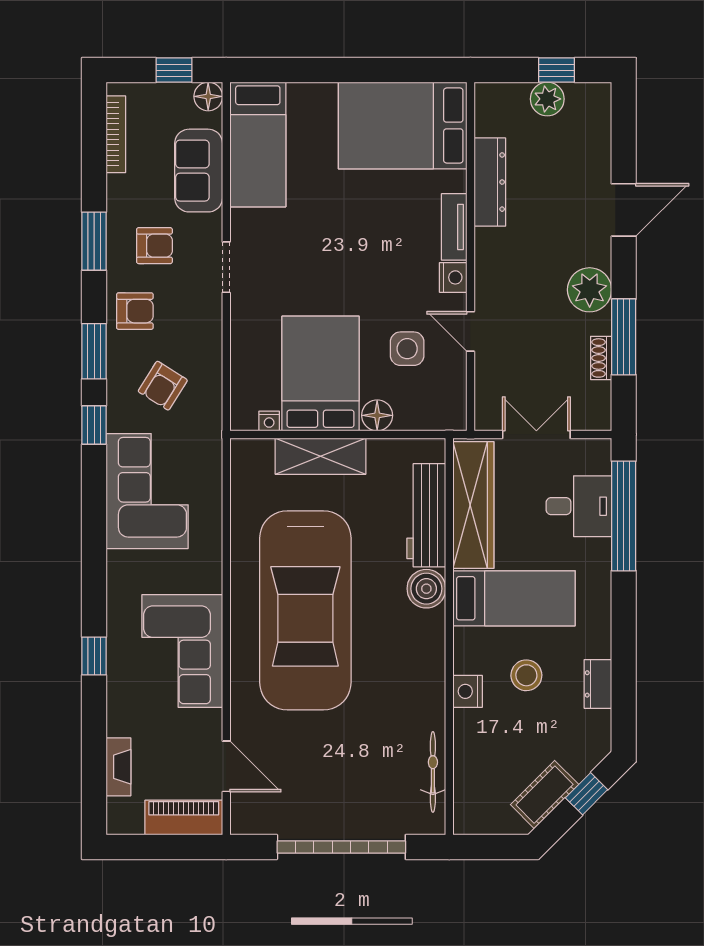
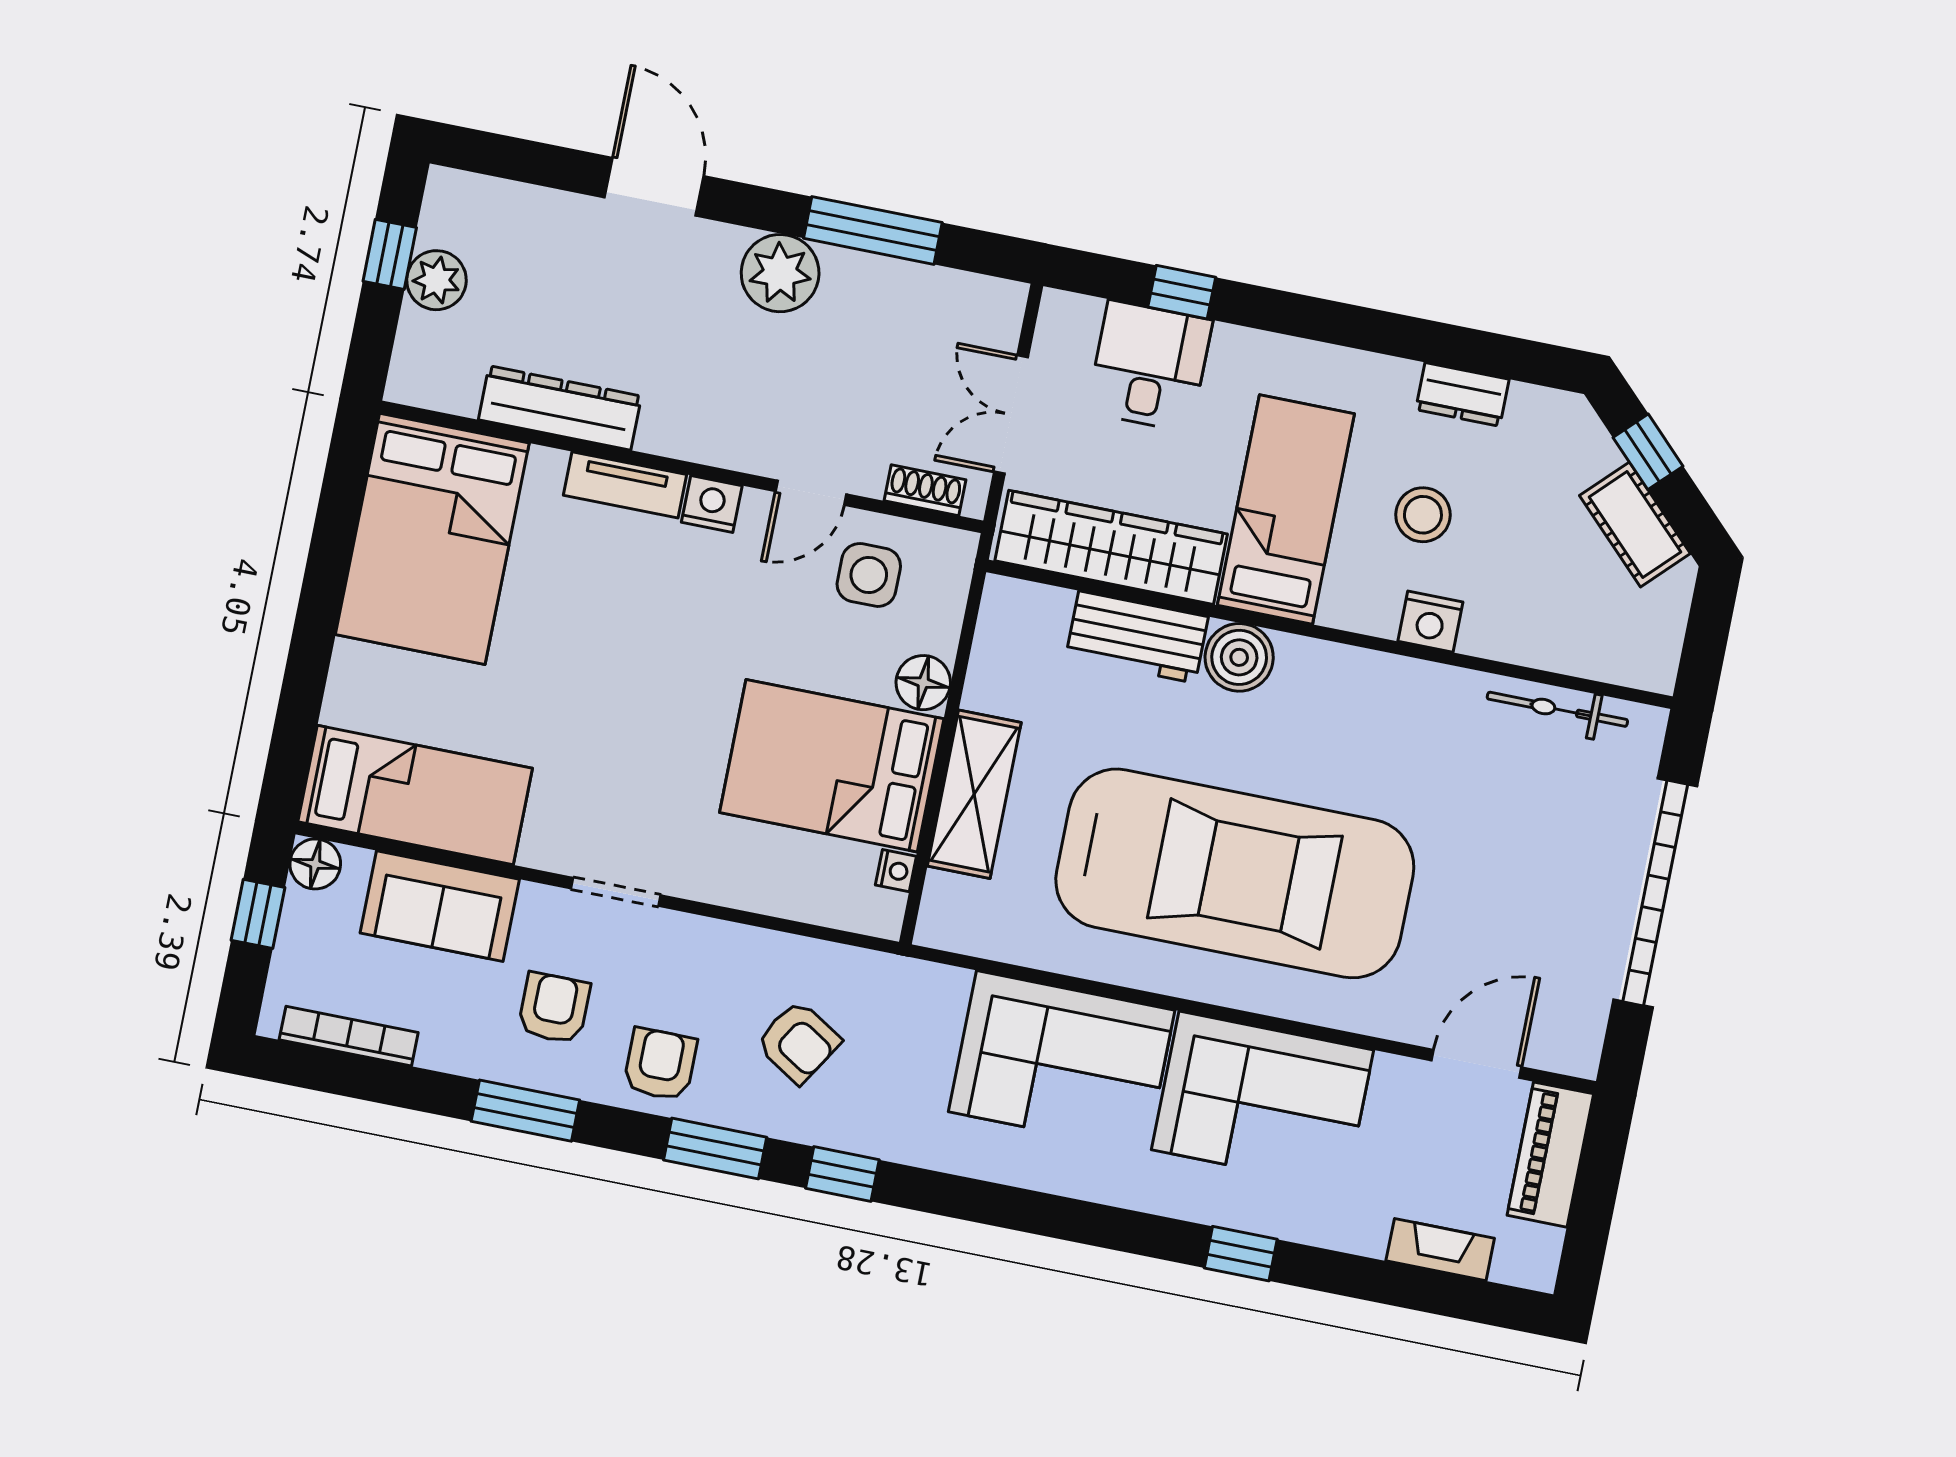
side table: (407, 349) -> (869, 575), moved
shoe rack: (601, 358) -> (925, 490), moved, turned 180
corner sofa: (147, 491) -> (1062, 1061), moved, turned 180
workbench: (426, 515) -> (1137, 637), width x0.73
window: (624, 516) -> (1182, 292), width x0.32

